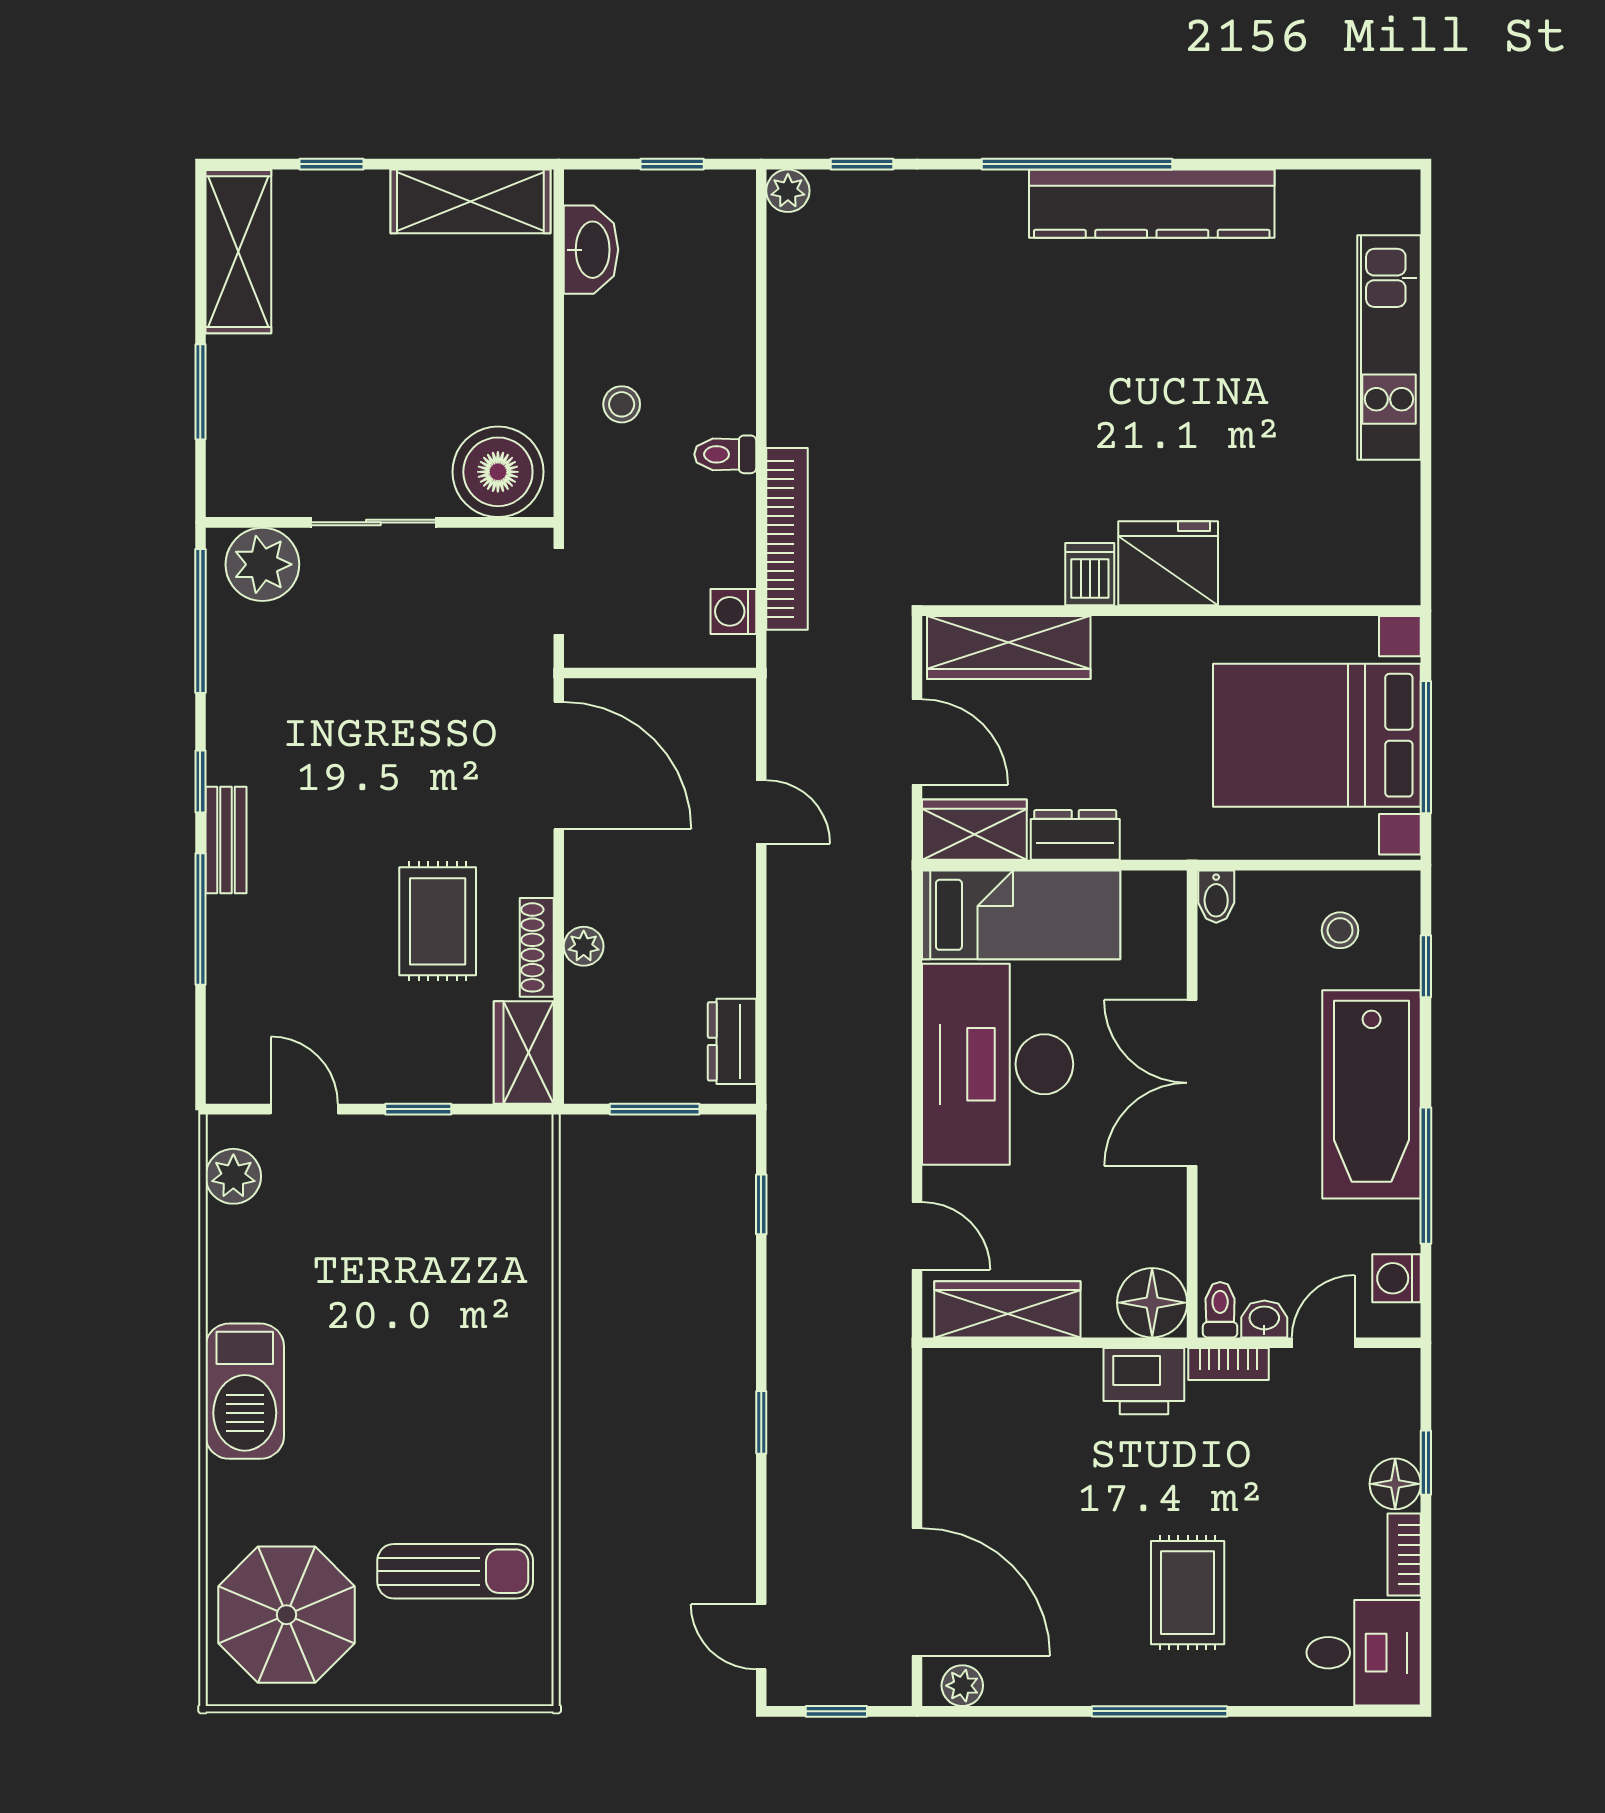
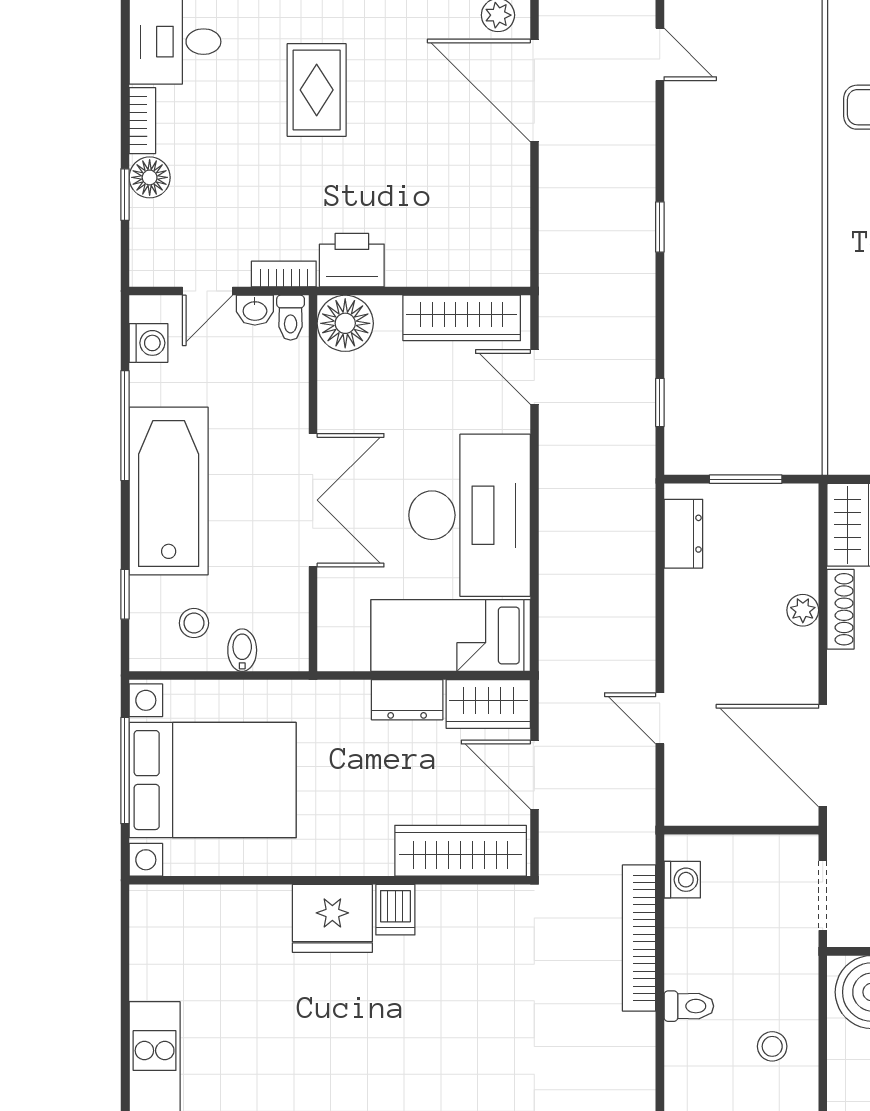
bidet: (1216, 897) -> (242, 650), moved

